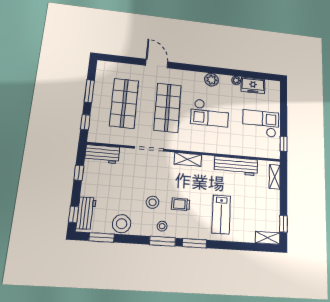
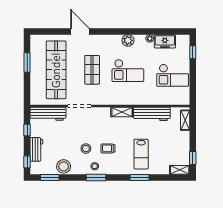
shop shelf: (124, 103) -> (56, 70), width x1.40
shop shelf: (168, 108) -> (92, 70), width x0.70, depth x0.74
window: (85, 122) -> (27, 89), removed
checkout: (261, 124) -> (173, 75), turned 180
window: (284, 144) -> (193, 52), moved
workbench: (102, 154) -> (48, 114), width x1.37
shelving: (188, 159) -> (122, 112), moved
workbench: (86, 213) -> (36, 149), moved
window: (194, 243) -> (139, 177), moved

